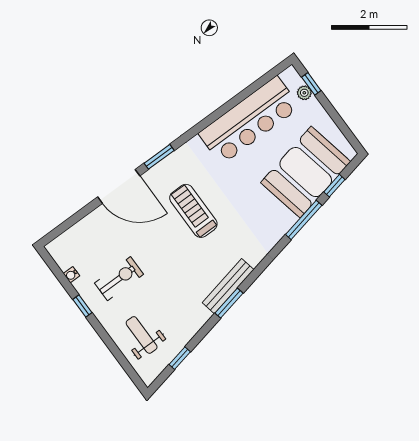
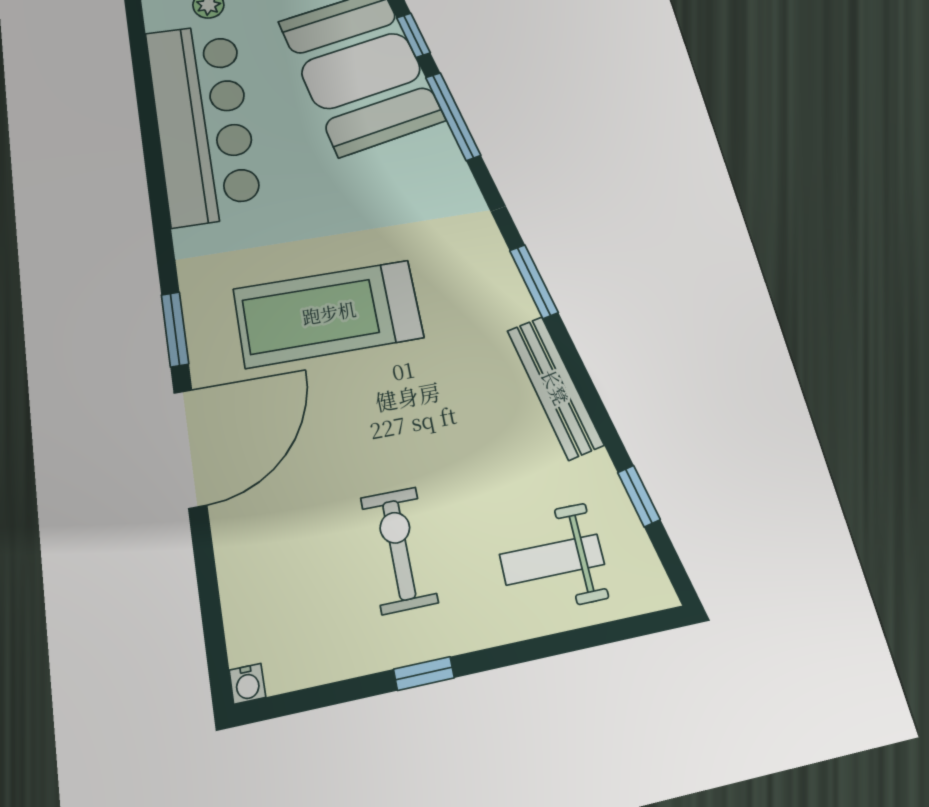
treadmill: (193, 211) -> (329, 313), width x1.37, depth x1.38
water cooler: (71, 275) -> (247, 684), moved
bench: (228, 286) -> (555, 387), moved
window: (229, 303) -> (534, 281), moved

